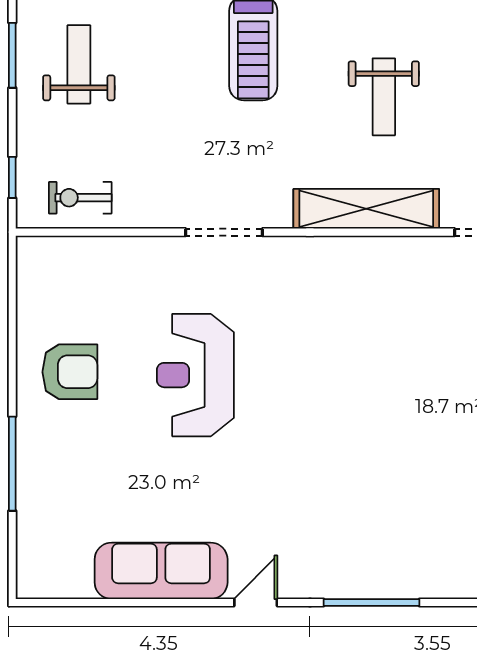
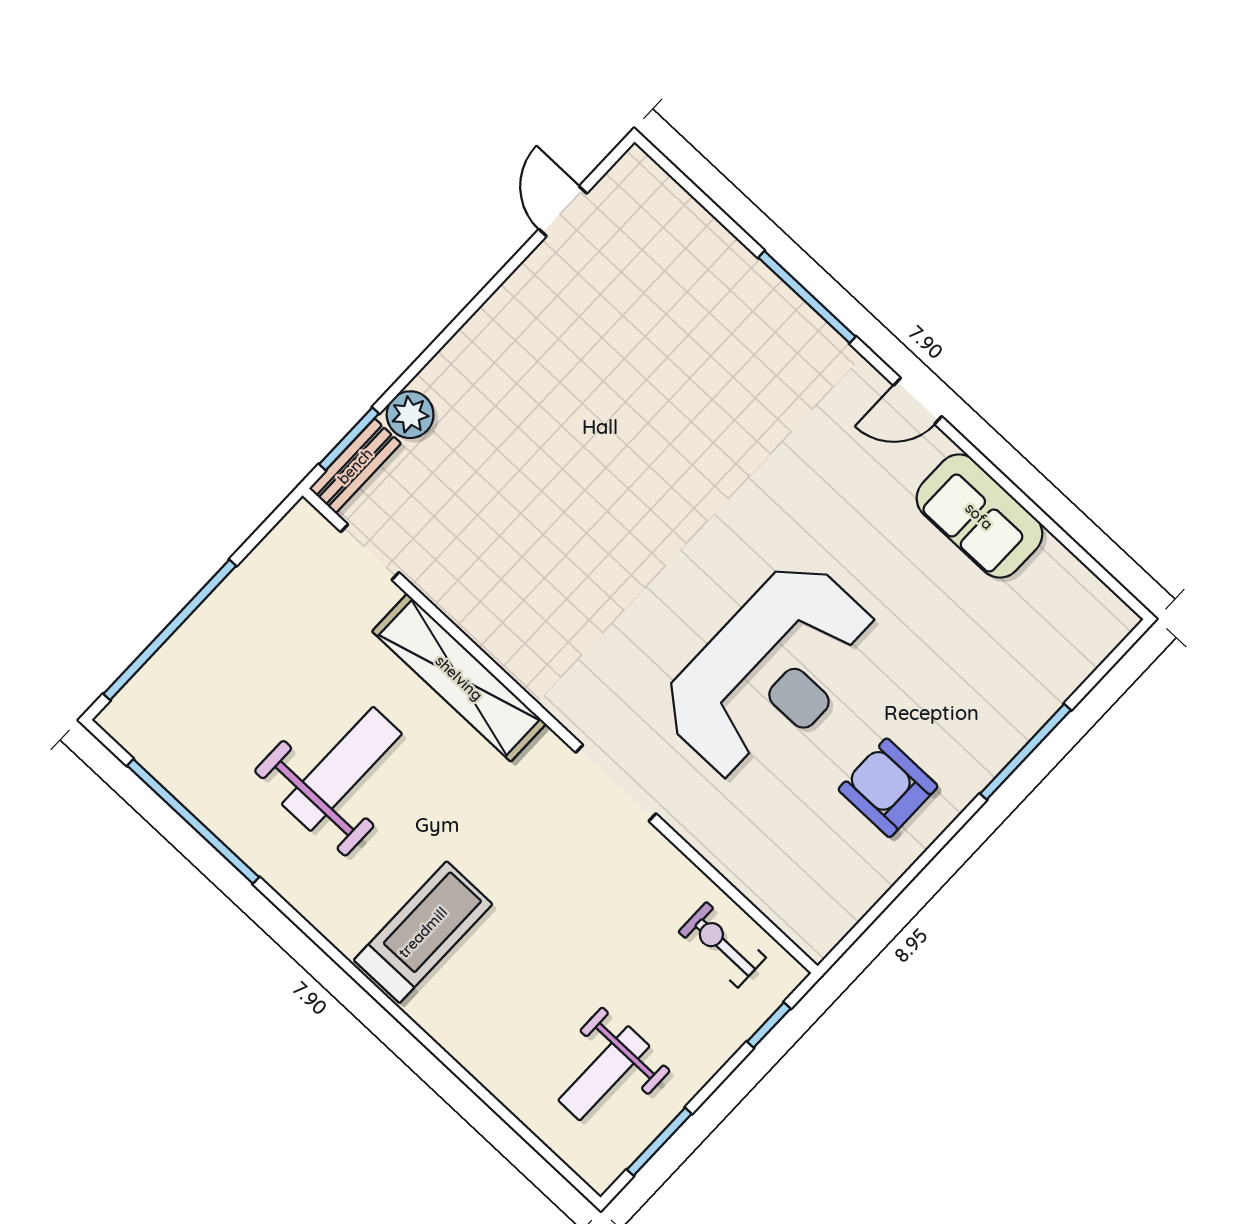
weight bench: (384, 97) -> (342, 769), width x1.36, depth x1.33
exercise bike: (80, 198) -> (722, 945), turned 180
reception desk: (195, 375) -> (771, 672), width x1.36, depth x1.30
sofa: (161, 571) -> (979, 516), width x0.73

